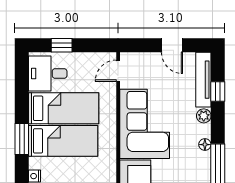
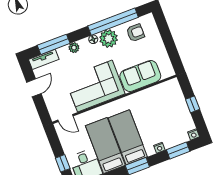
tv unit: (203, 80) -> (44, 59), width x0.71
window: (218, 92) -> (54, 44), width x2.17
plant: (198, 164) -> (109, 39), added

